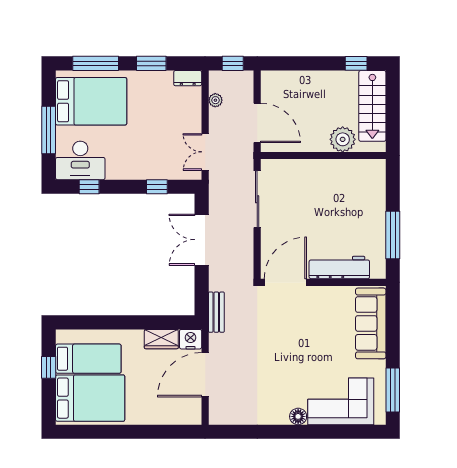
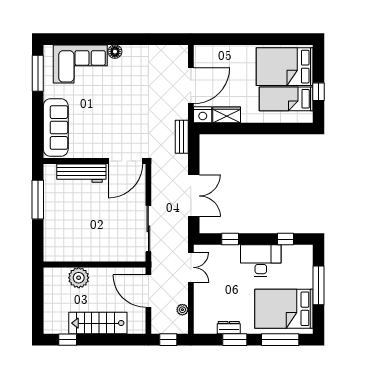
dresser: (188, 78) -> (229, 328), moved
stairs: (372, 106) -> (98, 323), moved, turned -90
desk: (80, 160) -> (261, 260), moved

